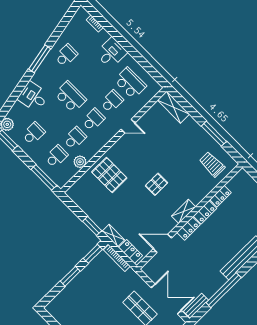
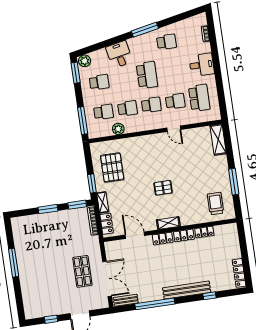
pallet: (109, 175) -> (112, 168), moved

